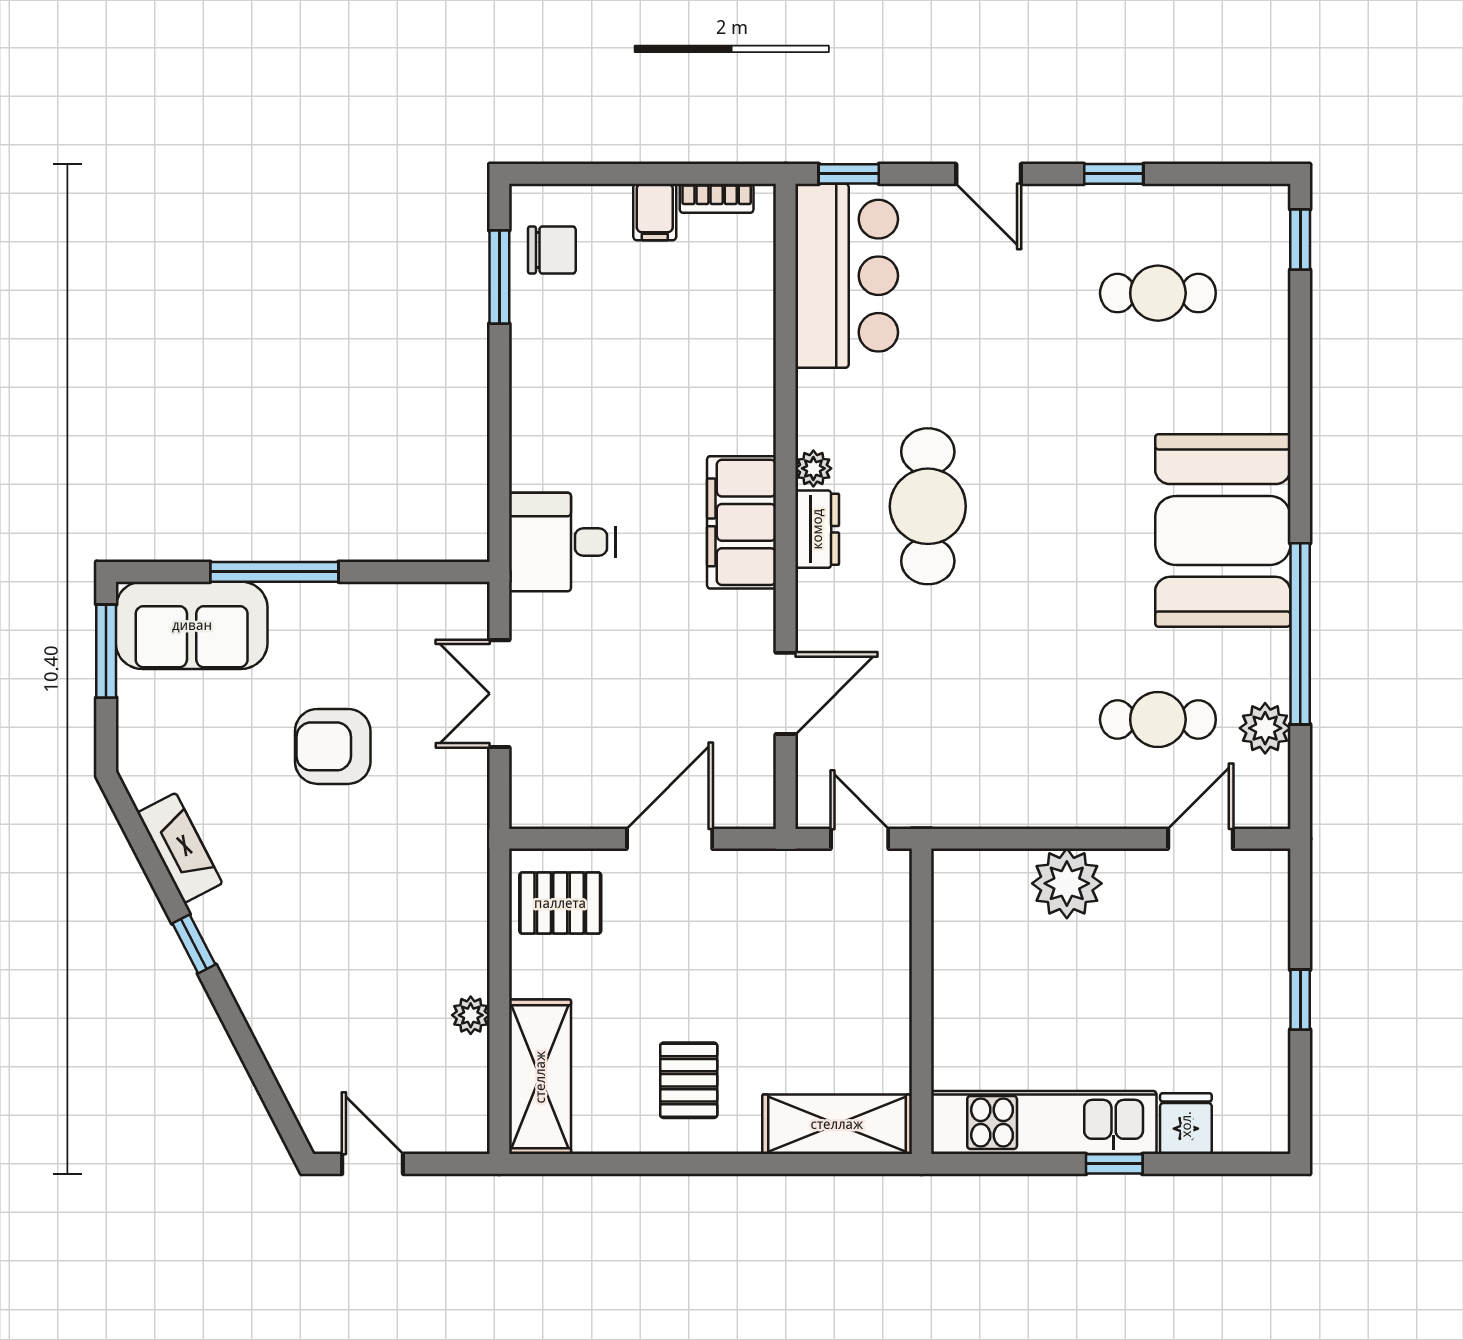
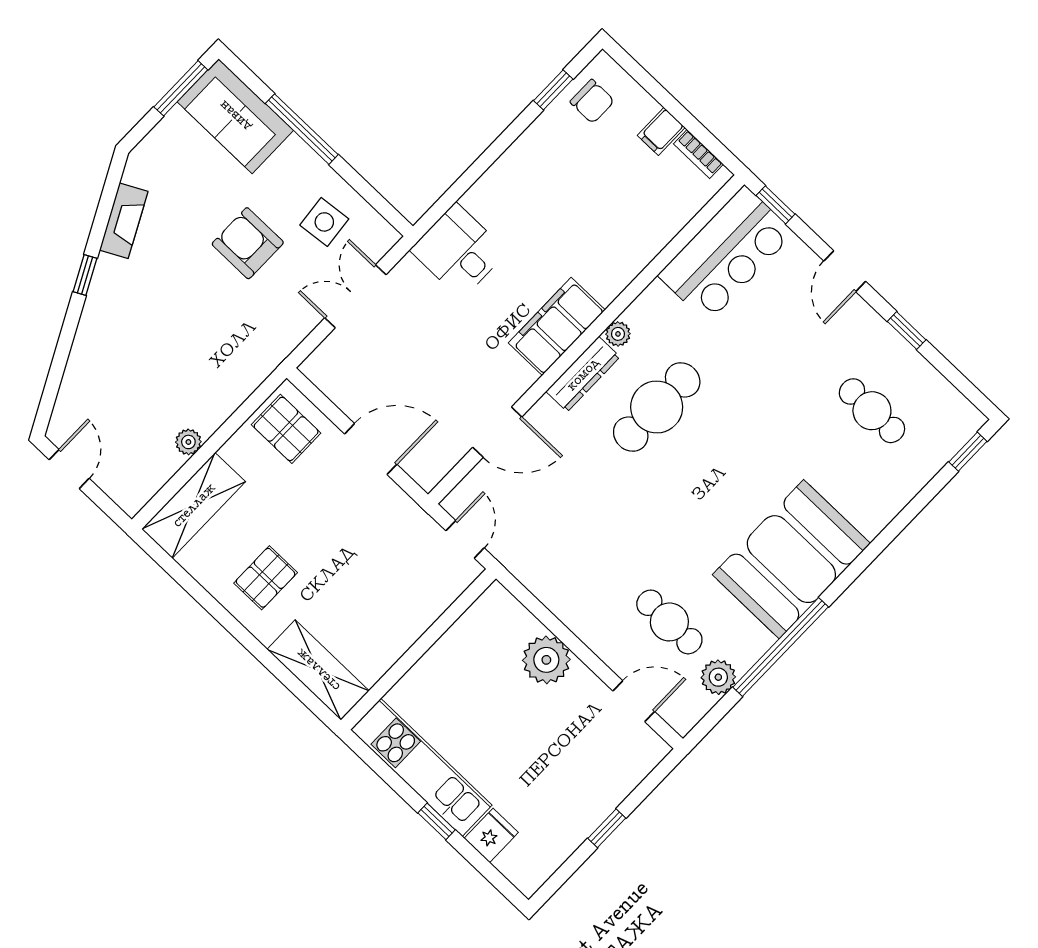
window: (499, 277) -> (553, 90), width x0.67
dresser: (817, 529) -> (583, 374), width x1.44
side table: (392, 647) -> (324, 222), added

